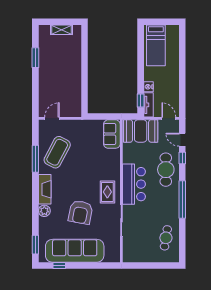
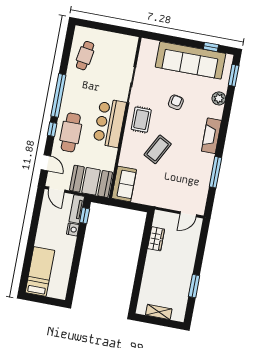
bed: (156, 45) -> (40, 271), moved
wardrobe: (76, 92) -> (156, 239), added
coffee table: (57, 152) -> (158, 149), moved, width x0.73, depth x0.76
window: (182, 158) -> (52, 129), moved
plant: (44, 211) -> (219, 98), moved
armchair: (81, 212) -> (176, 102), width x0.53, depth x0.53

